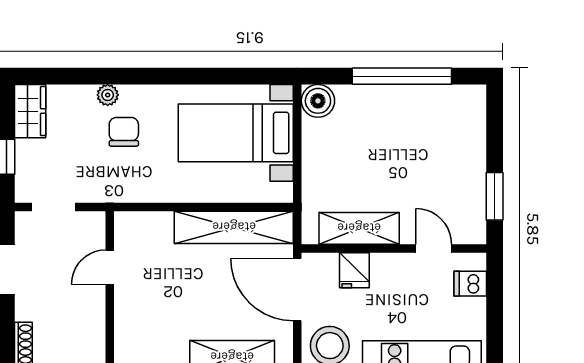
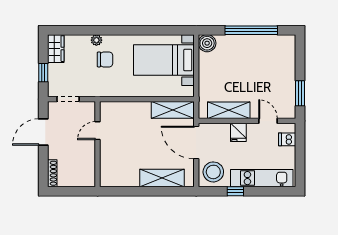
chair: (124, 132) -> (105, 59), turned 90
shelving: (234, 227) -> (173, 110), width x0.68
fridge: (354, 270) -> (238, 132), moved

